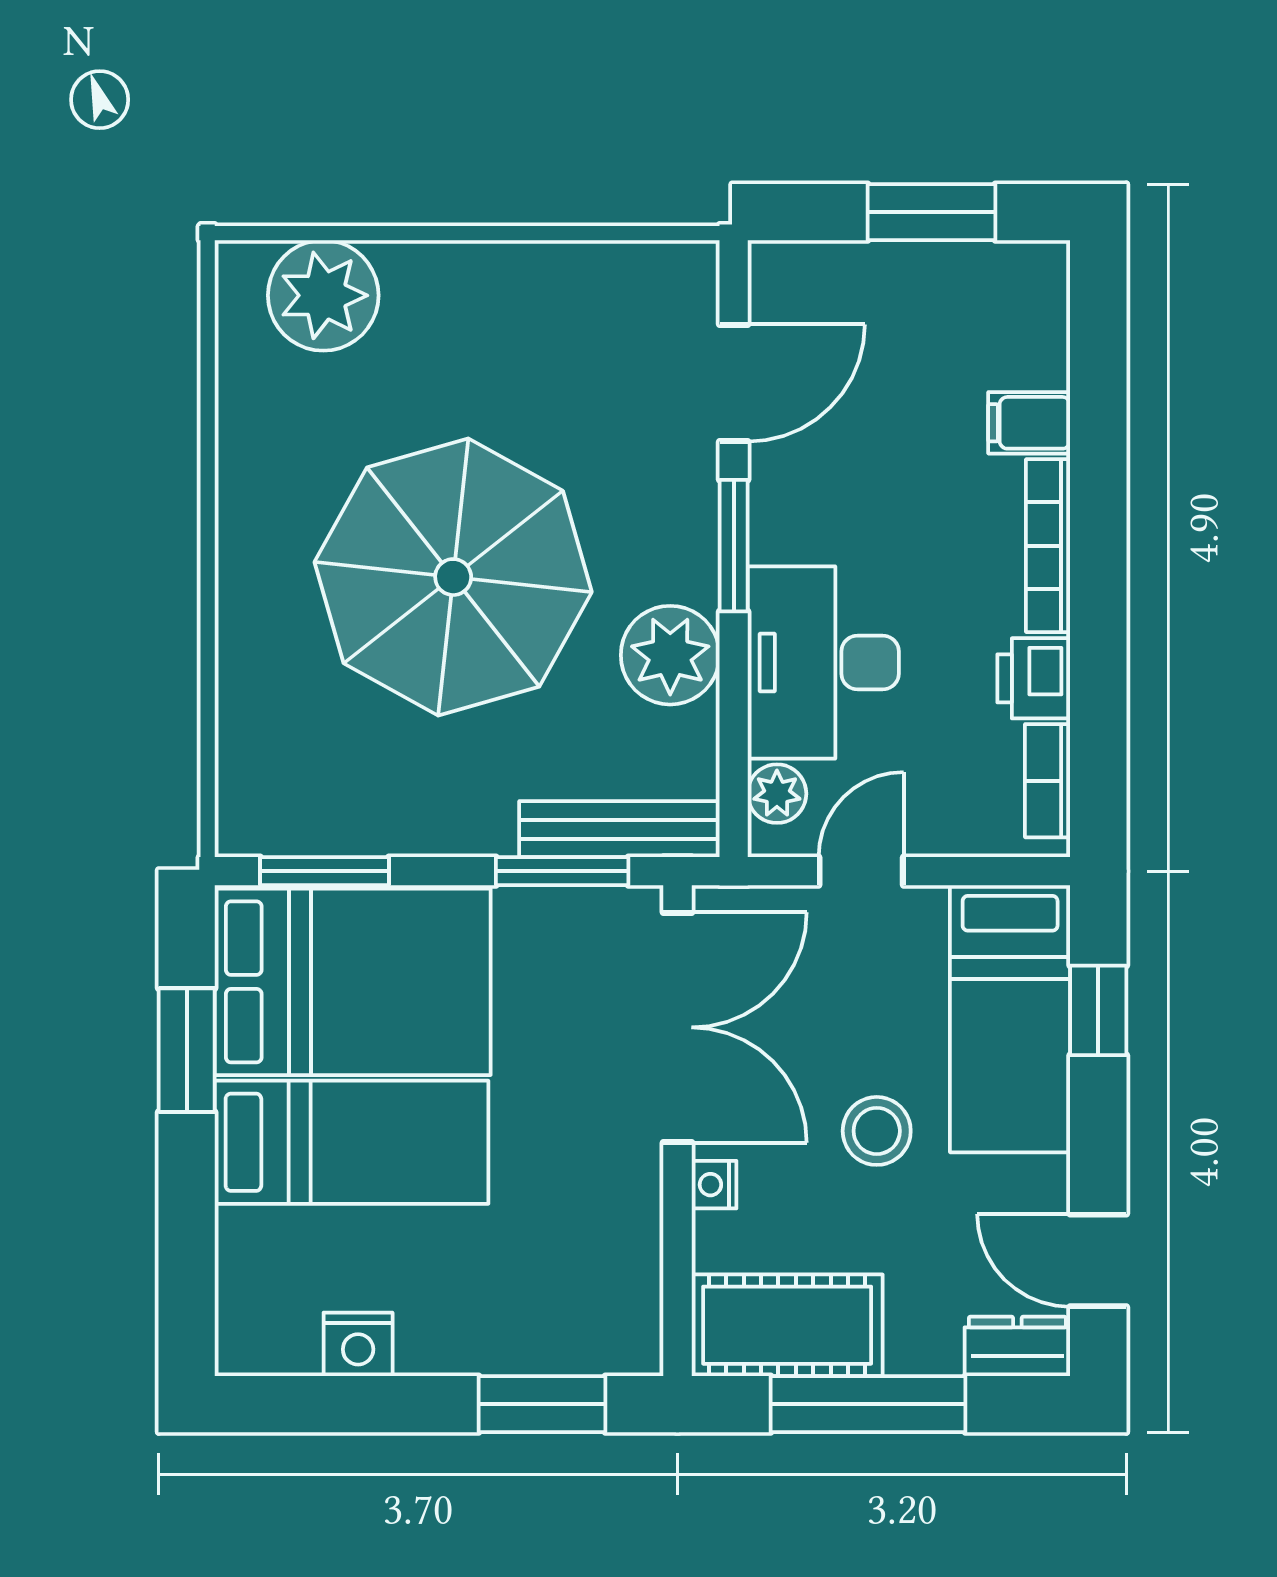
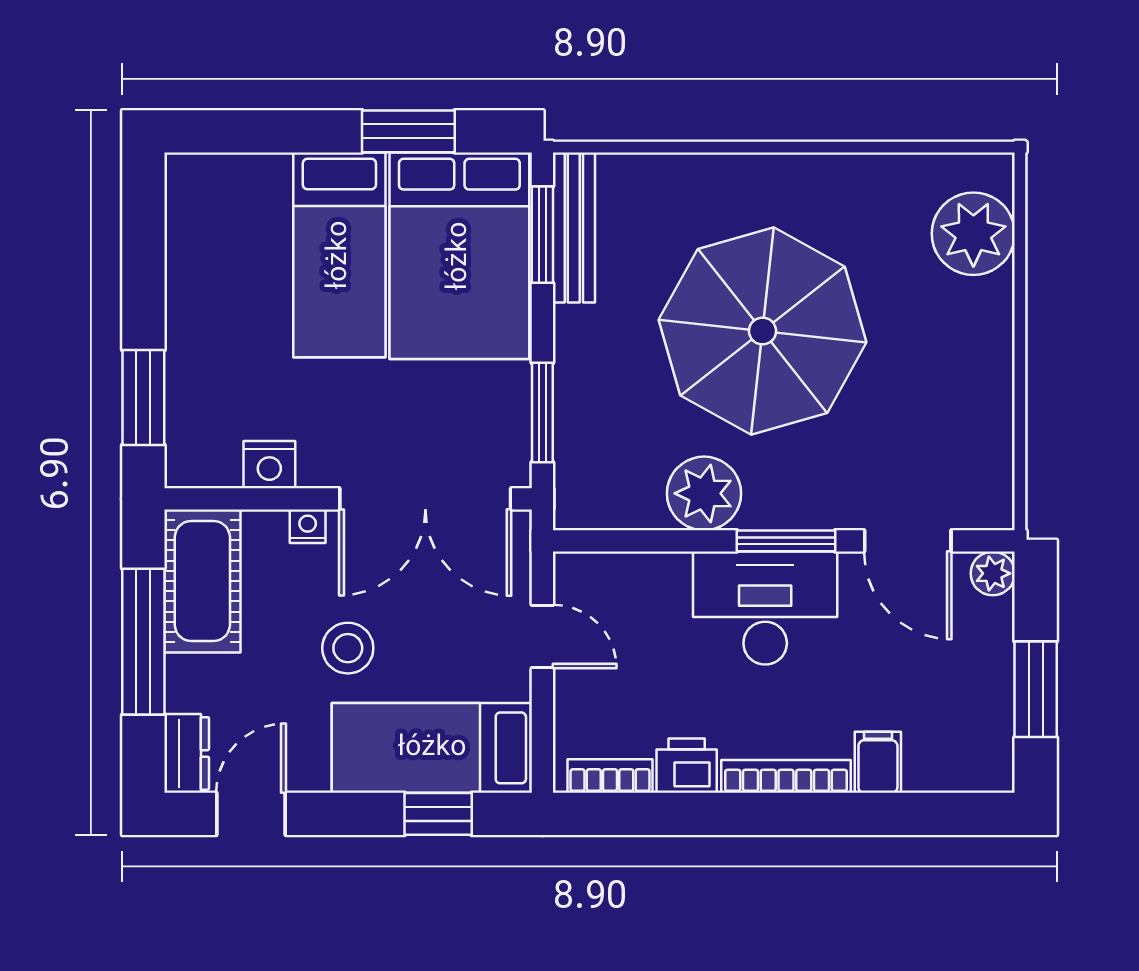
desk: (823, 663) -> (765, 608), moved
plant: (777, 794) -> (993, 573), moved
bench: (619, 829) -> (574, 228), moved
nightstand: (358, 1344) -> (269, 465), moved, turned -90

